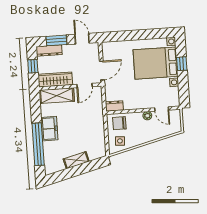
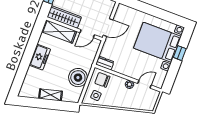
door: (162, 109) -> (145, 84), swing flipped
boiler: (95, 132) -> (78, 78), added
window: (38, 144) -> (24, 66), removed

